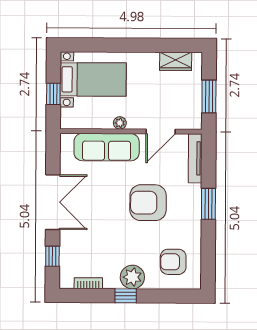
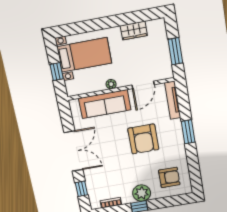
wardrobe: (176, 61) -> (134, 31), moved
armchair: (148, 203) -> (143, 139), turned -90
armchair: (173, 262) -> (169, 177), turned 180

